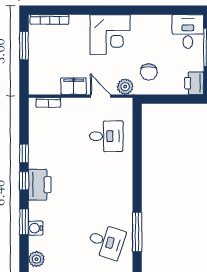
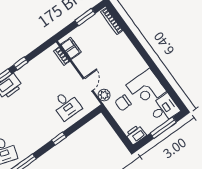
corner desk: (110, 35) -> (146, 88), moved
filing cabinet: (74, 86) -> (71, 48), moved
window: (137, 171) -> (59, 139), added

